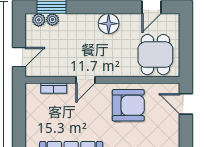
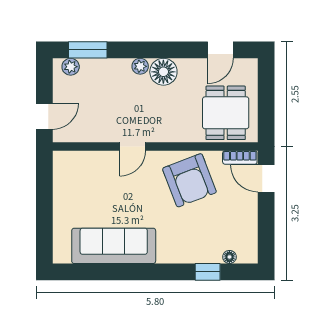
plant: (52, 20) -> (140, 66), moved
bookcase: (54, 88) -> (240, 157), moved
armchair: (128, 105) -> (189, 180), turned 69

